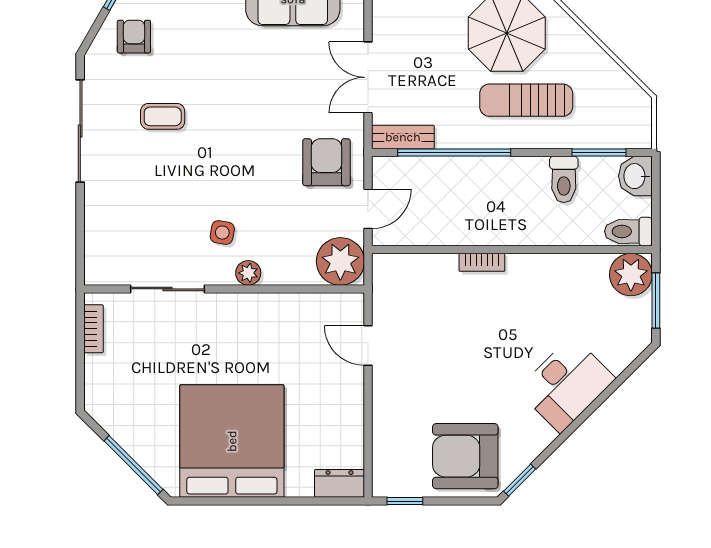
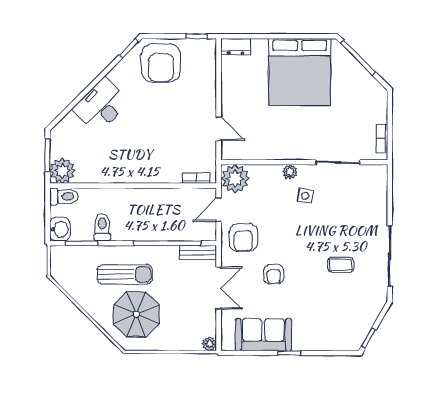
armchair: (134, 37) -> (274, 274), moved
bookcase: (482, 262) -> (196, 178), moved
armchair: (465, 456) -> (161, 63), turned 90

